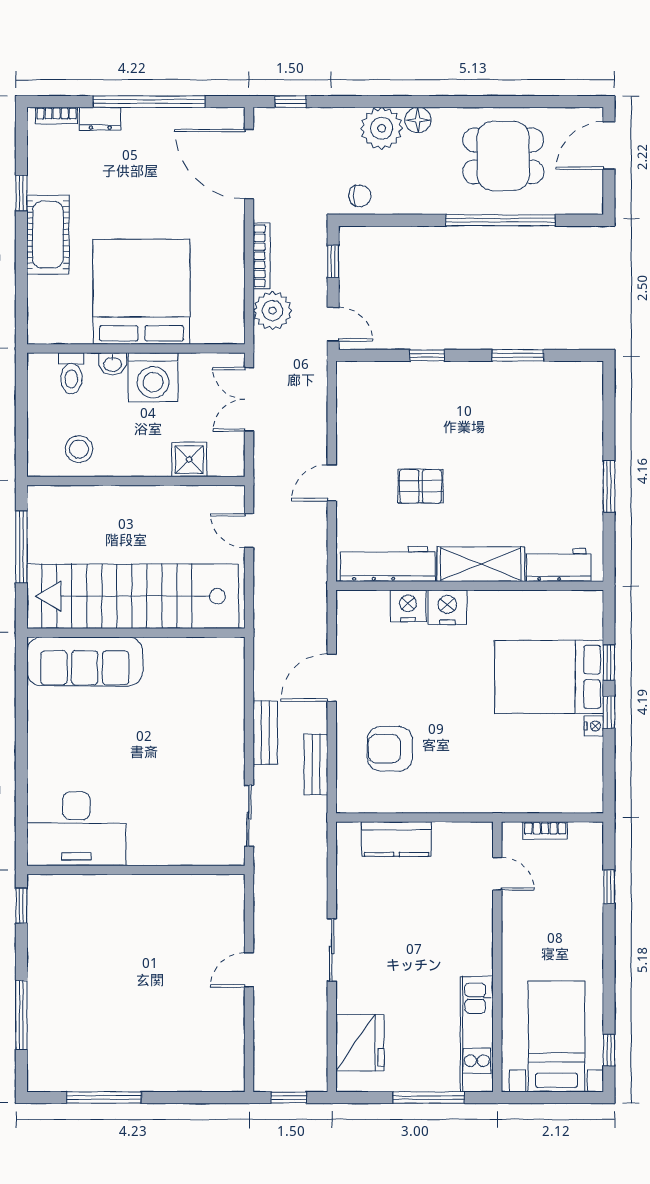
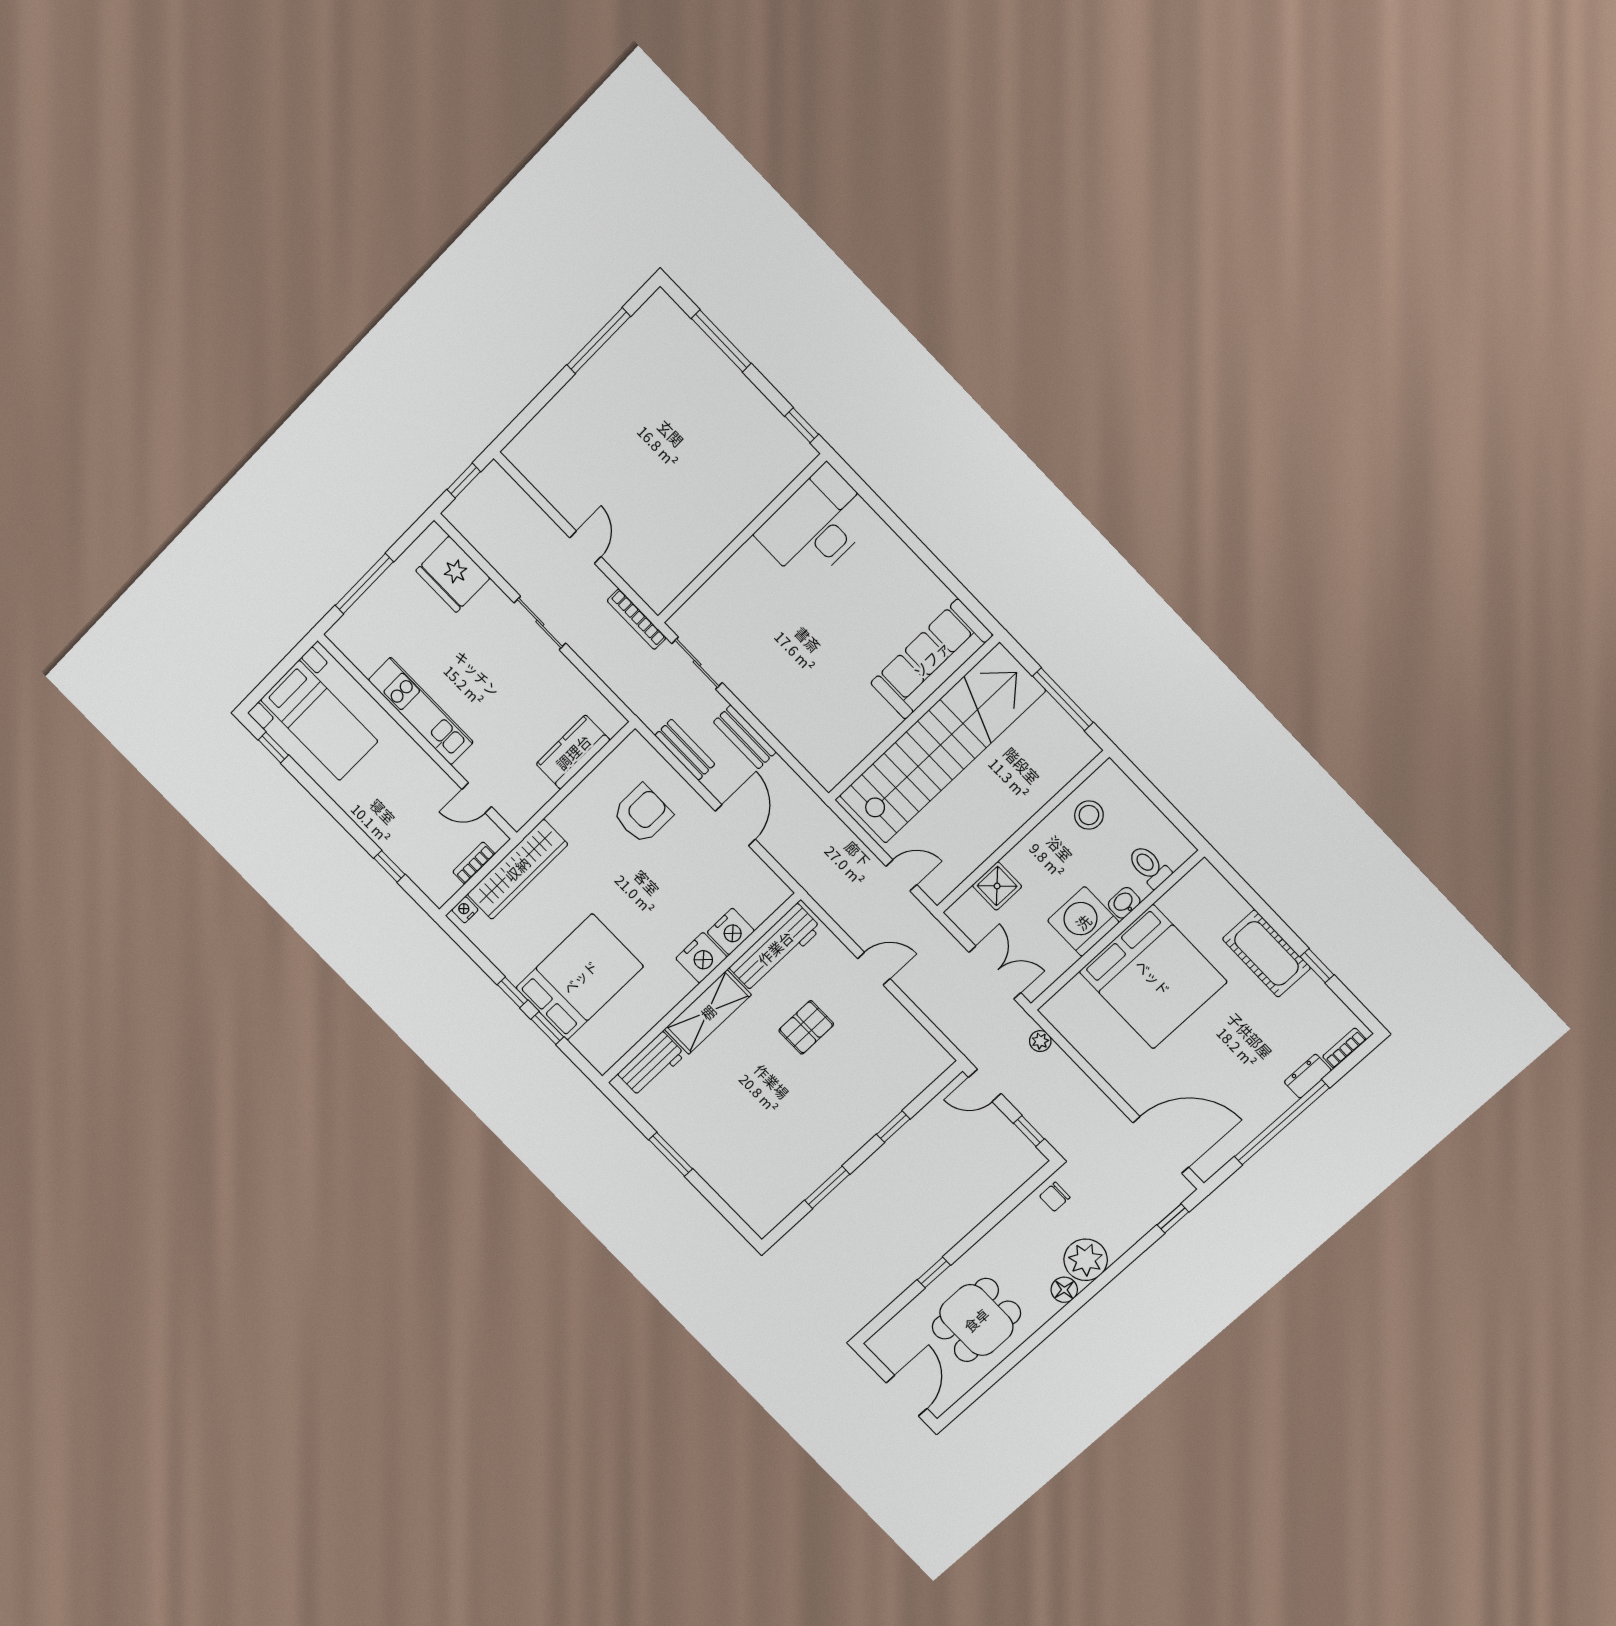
window: (500, 220) -> (934, 1272), width x0.32
bookcase: (262, 256) -> (637, 619), moved
plant: (273, 311) -> (1040, 1041), width x0.53, depth x0.53
door: (332, 483) -> (874, 969), hinge flipped
nightstand: (594, 726) -> (465, 910), moved, turned 90
wardrobe: (518, 796) -> (517, 869), added
kitchen unit: (477, 1034) -> (421, 711), moved

